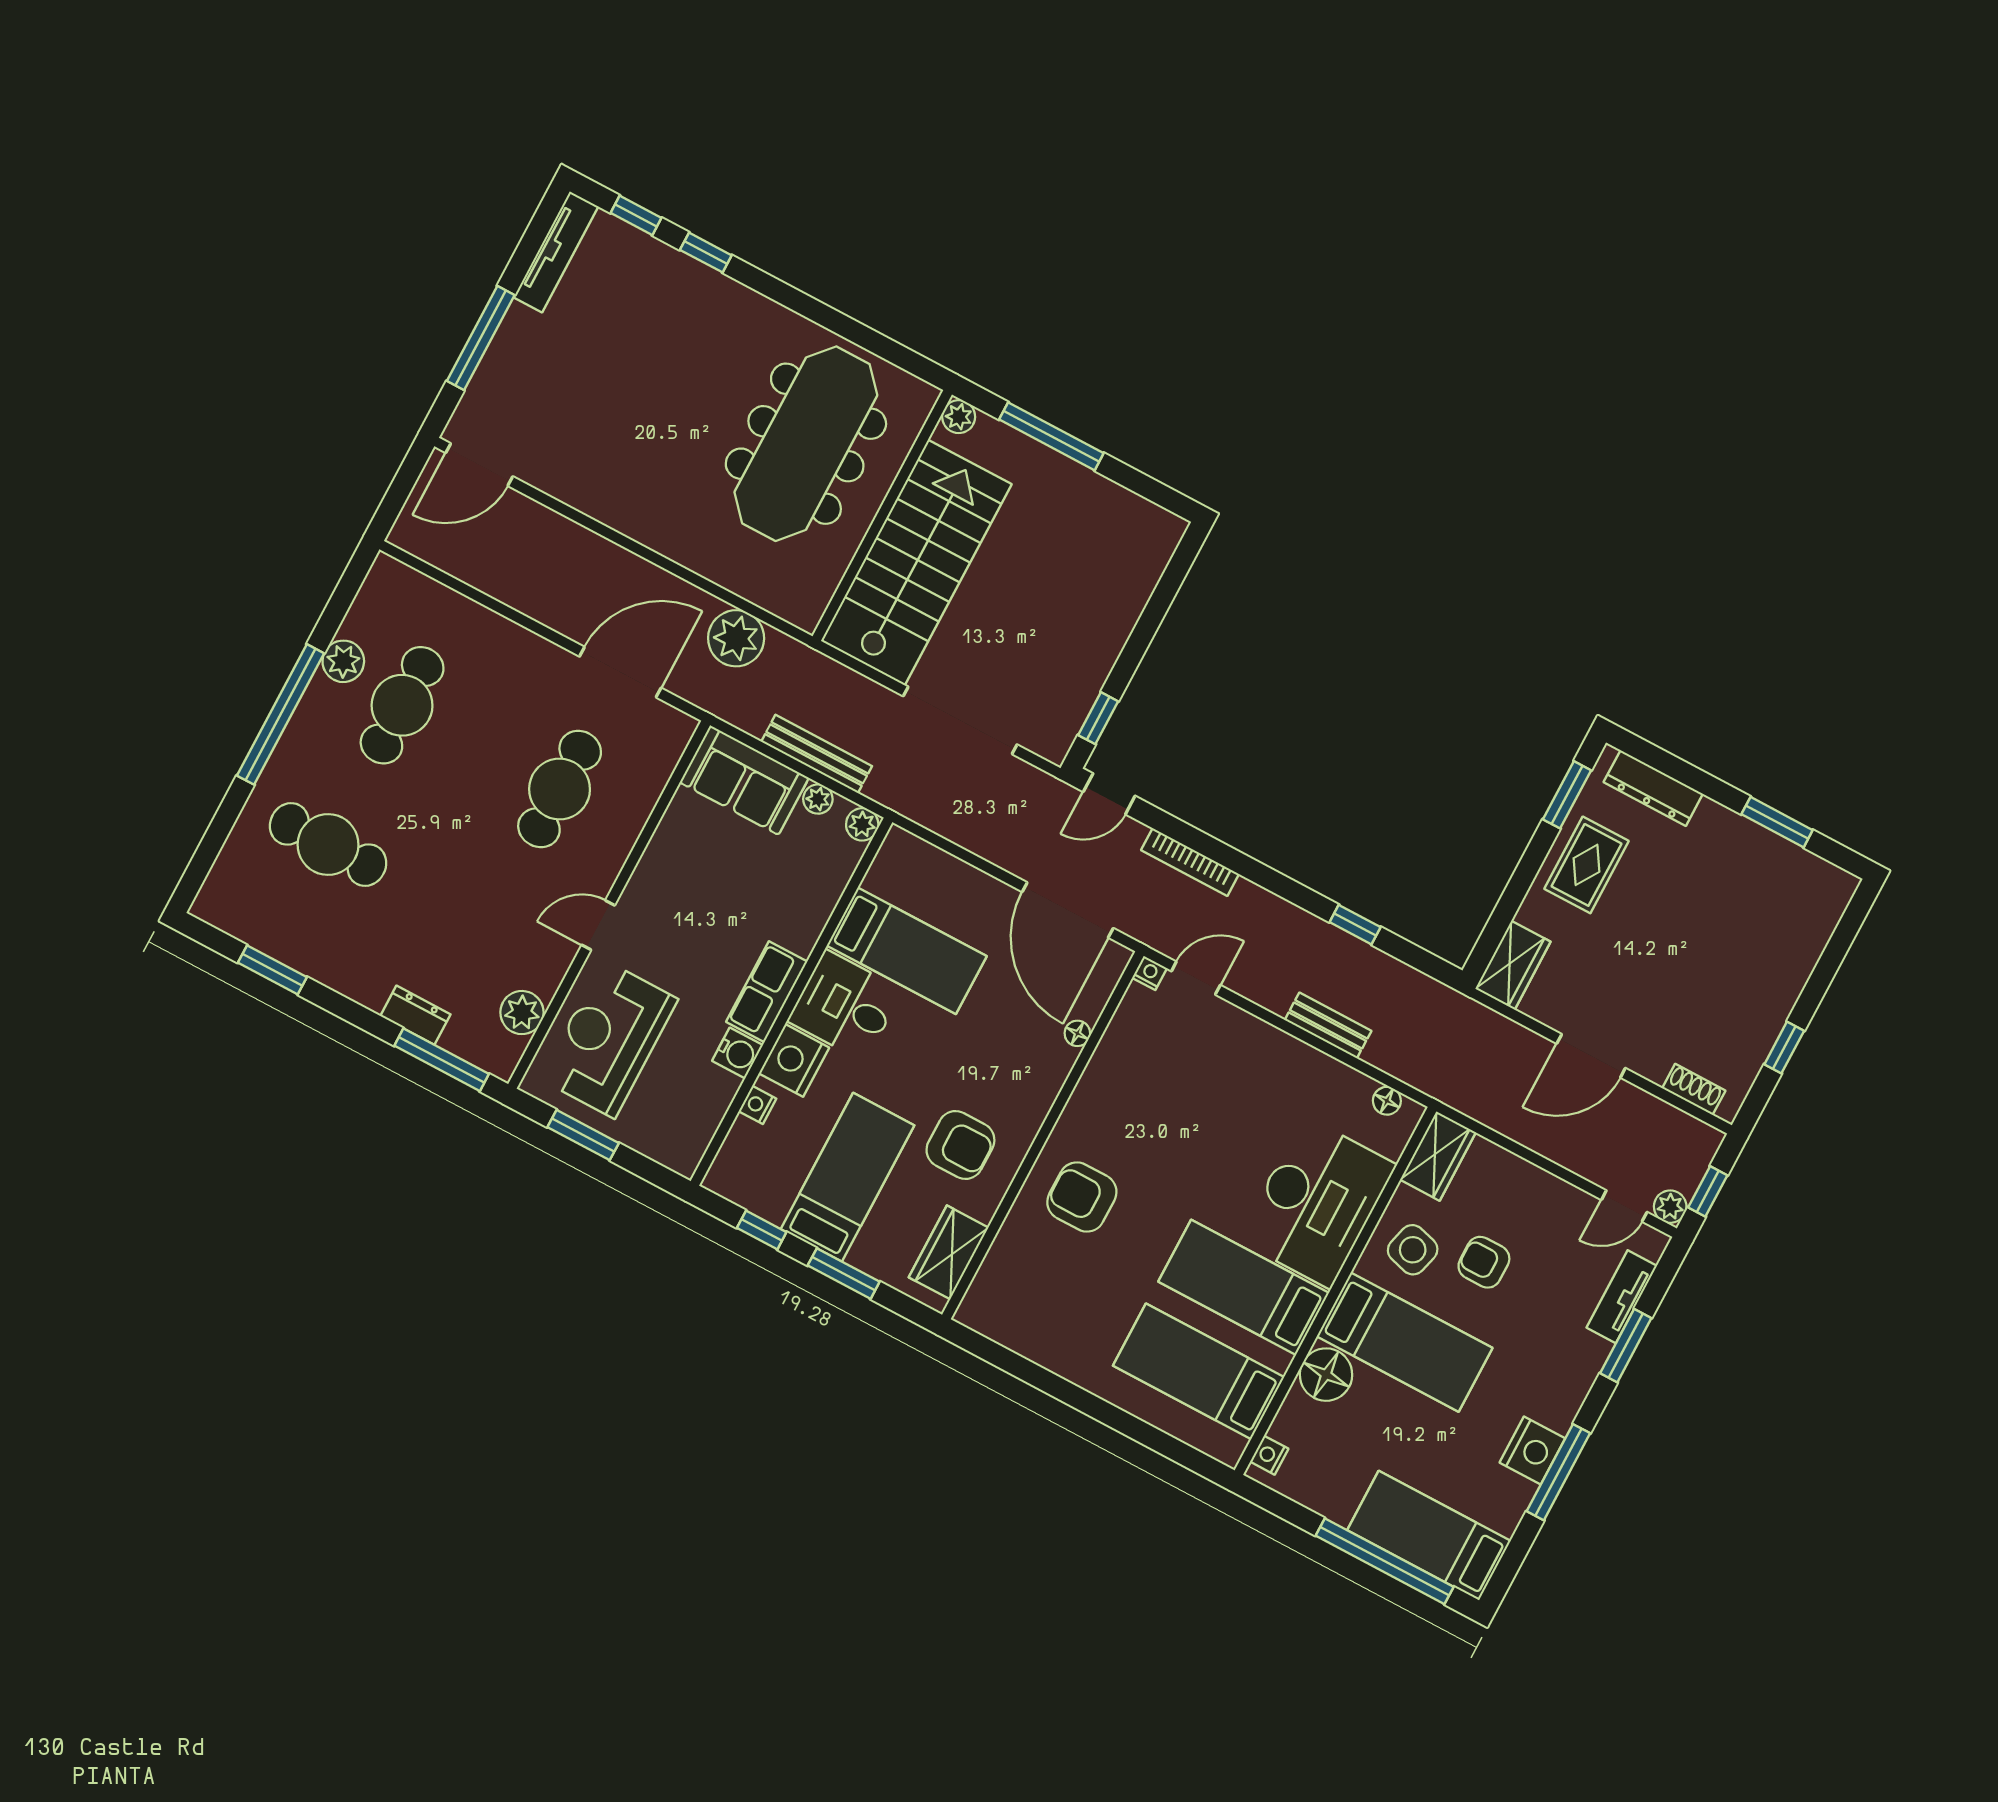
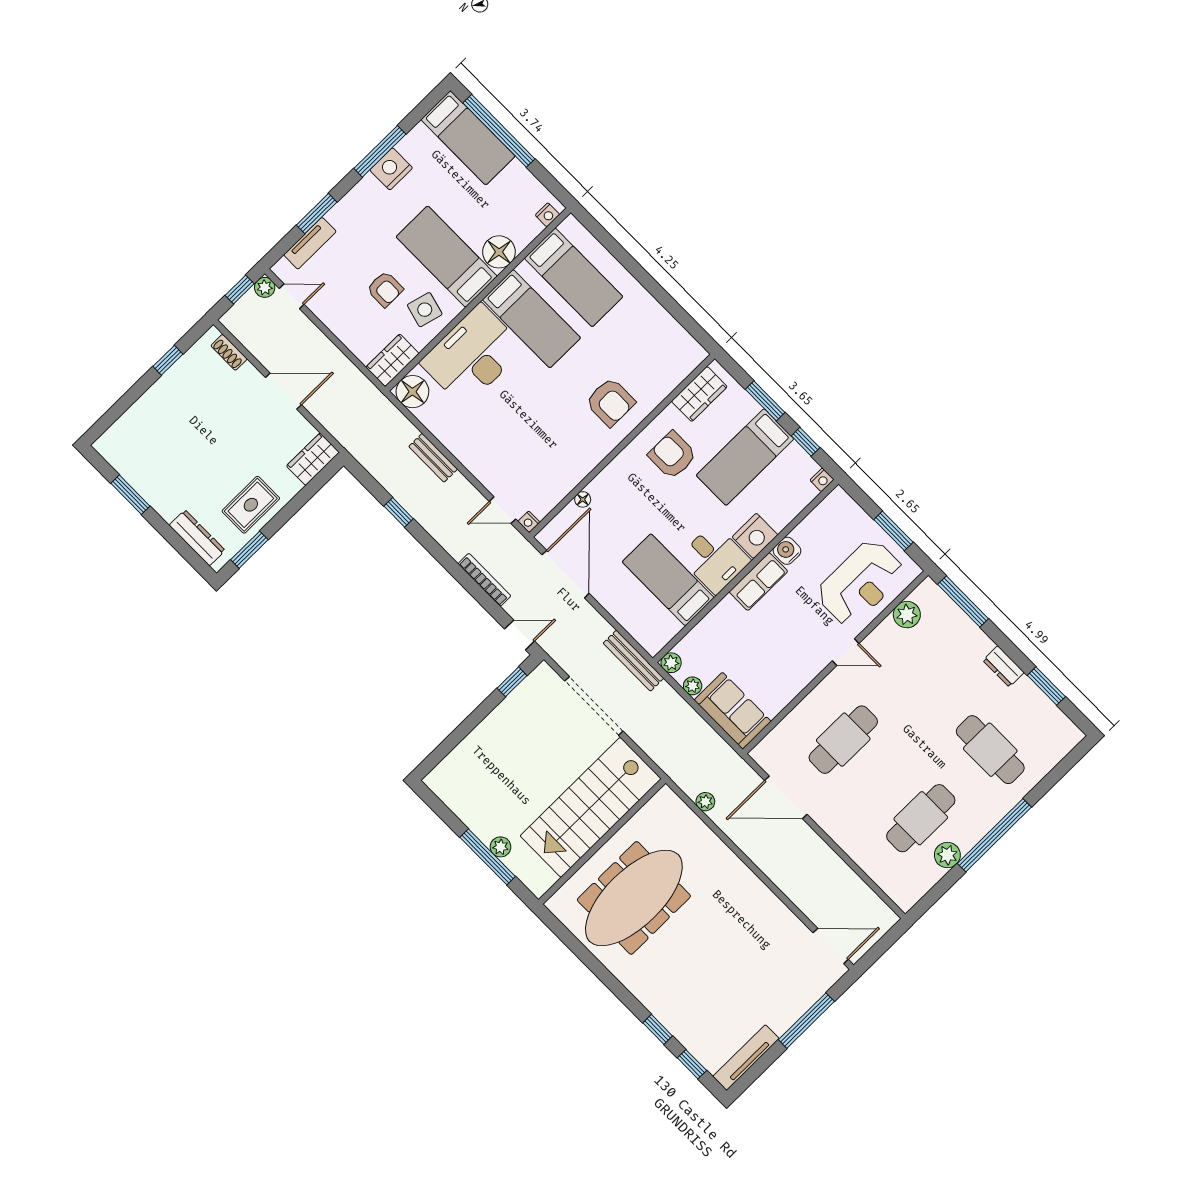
plant: (959, 417) -> (500, 847), moved
plant: (736, 638) -> (705, 802), width x0.53, depth x0.53
bench: (817, 754) -> (634, 661), moved
dresser: (415, 1015) -> (1004, 666), moved
floor lamp: (1387, 1101) -> (412, 392), width x1.89, depth x1.89
nightstand: (757, 1105) -> (822, 480), moved

